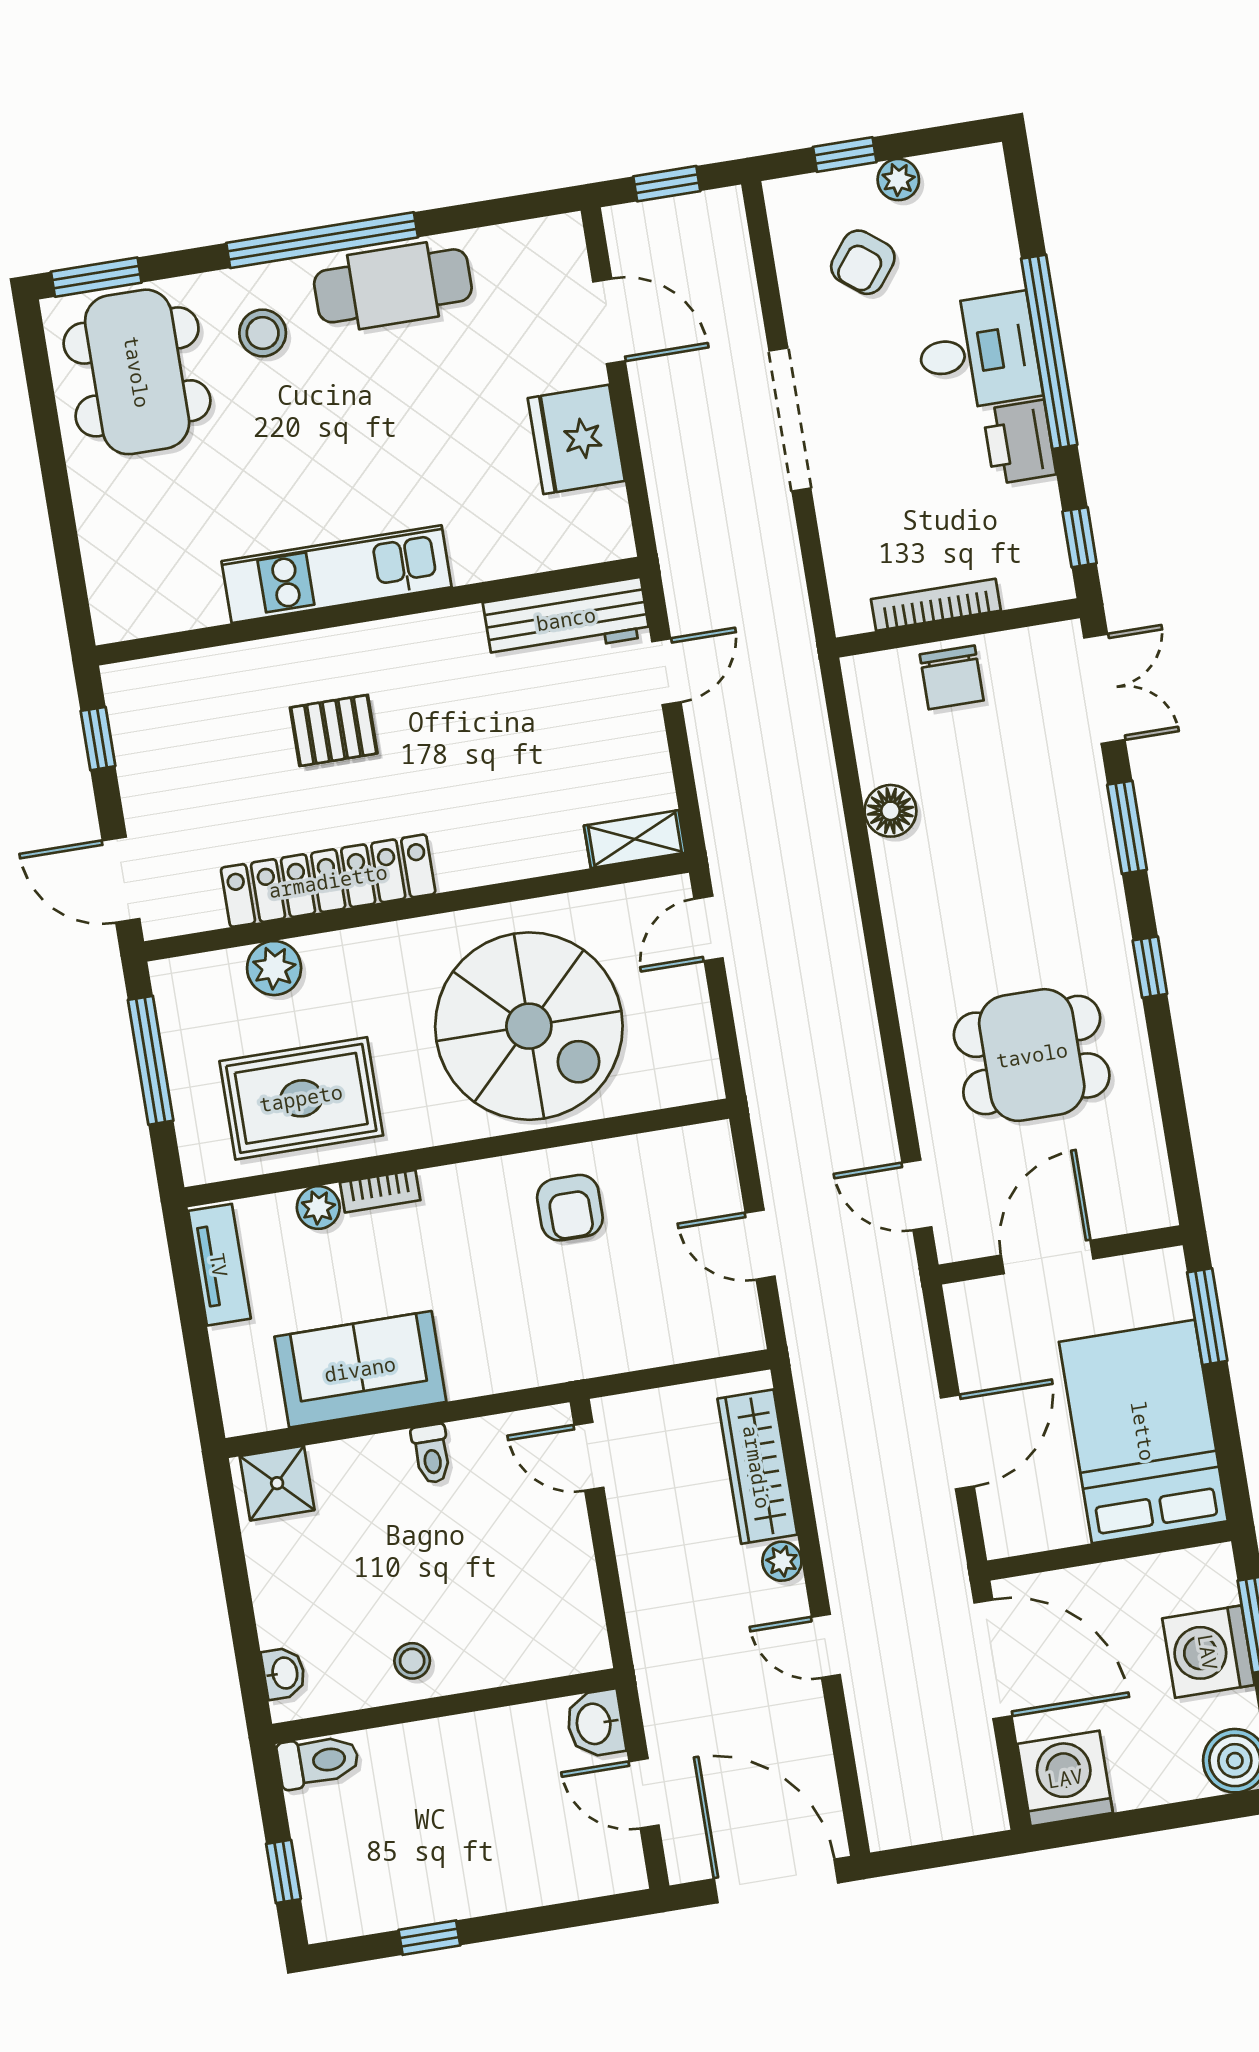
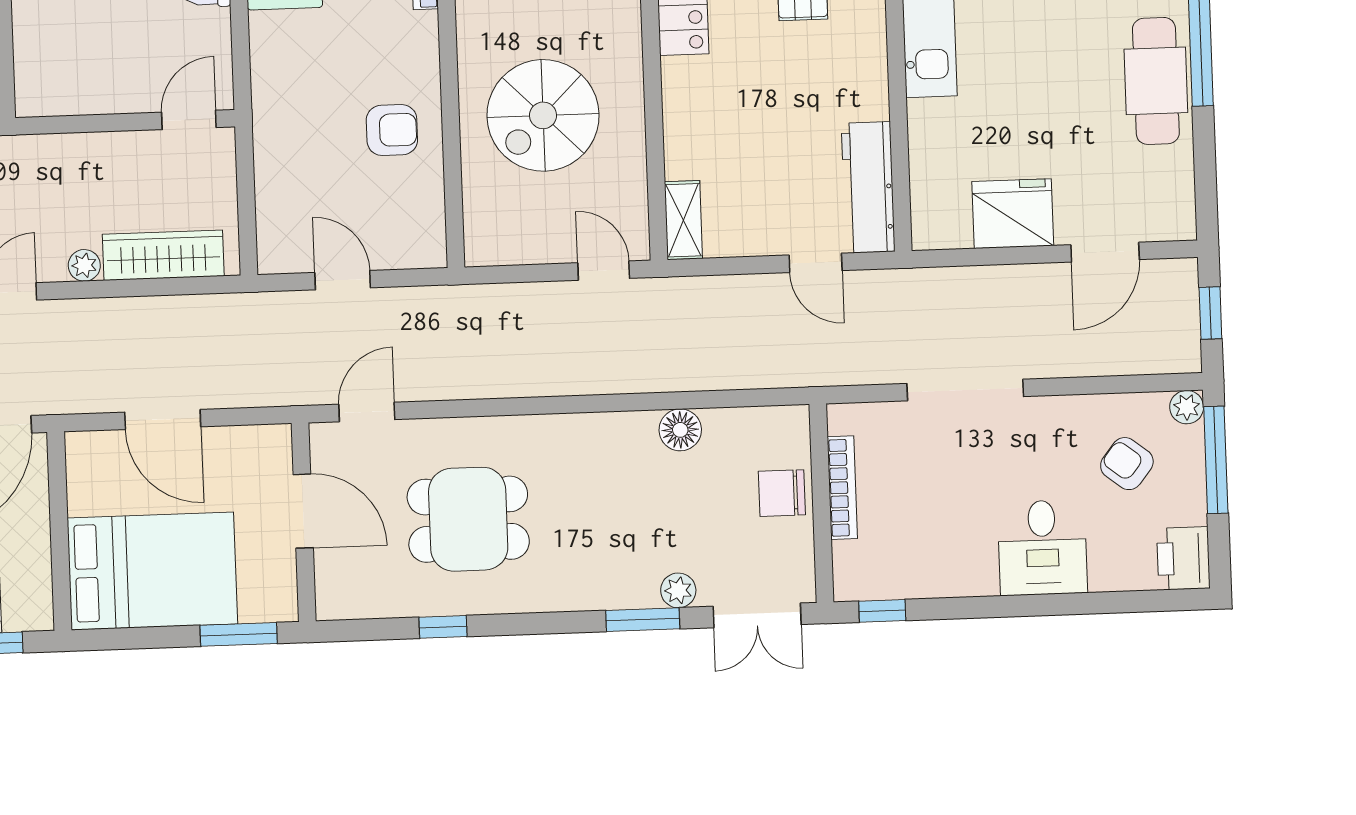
window: (845, 155) -> (1216, 460), width x2.17
plant: (898, 180) -> (1187, 407), moved
window: (1049, 352) -> (1035, 605), removed
doorway: (790, 420) -> (965, 390), moved
printer: (1019, 442) -> (1183, 558), moved, turned -90
plant: (1086, 789) -> (678, 590), added
window: (1150, 967) -> (443, 627), moved
spiral stairs: (529, 1026) -> (543, 115), width x0.73, depth x0.73
dining table: (1032, 1055) -> (468, 519), turned 90
armchair: (570, 1208) -> (392, 130), turned 180
door: (760, 1245) -> (343, 280), hinge flipped

